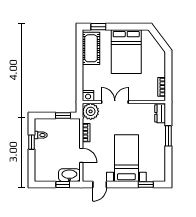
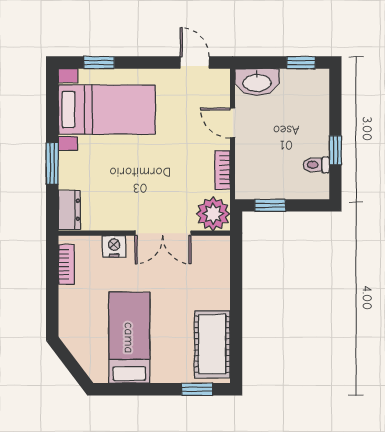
bed: (126, 52) -> (129, 338), width x0.67
nightstand: (88, 96) -> (114, 246), moved
bed with nightstands: (126, 158) -> (107, 110), moved, turned -90
window: (63, 185) -> (301, 63), moved
door: (100, 185) -> (195, 63), hinge flipped

